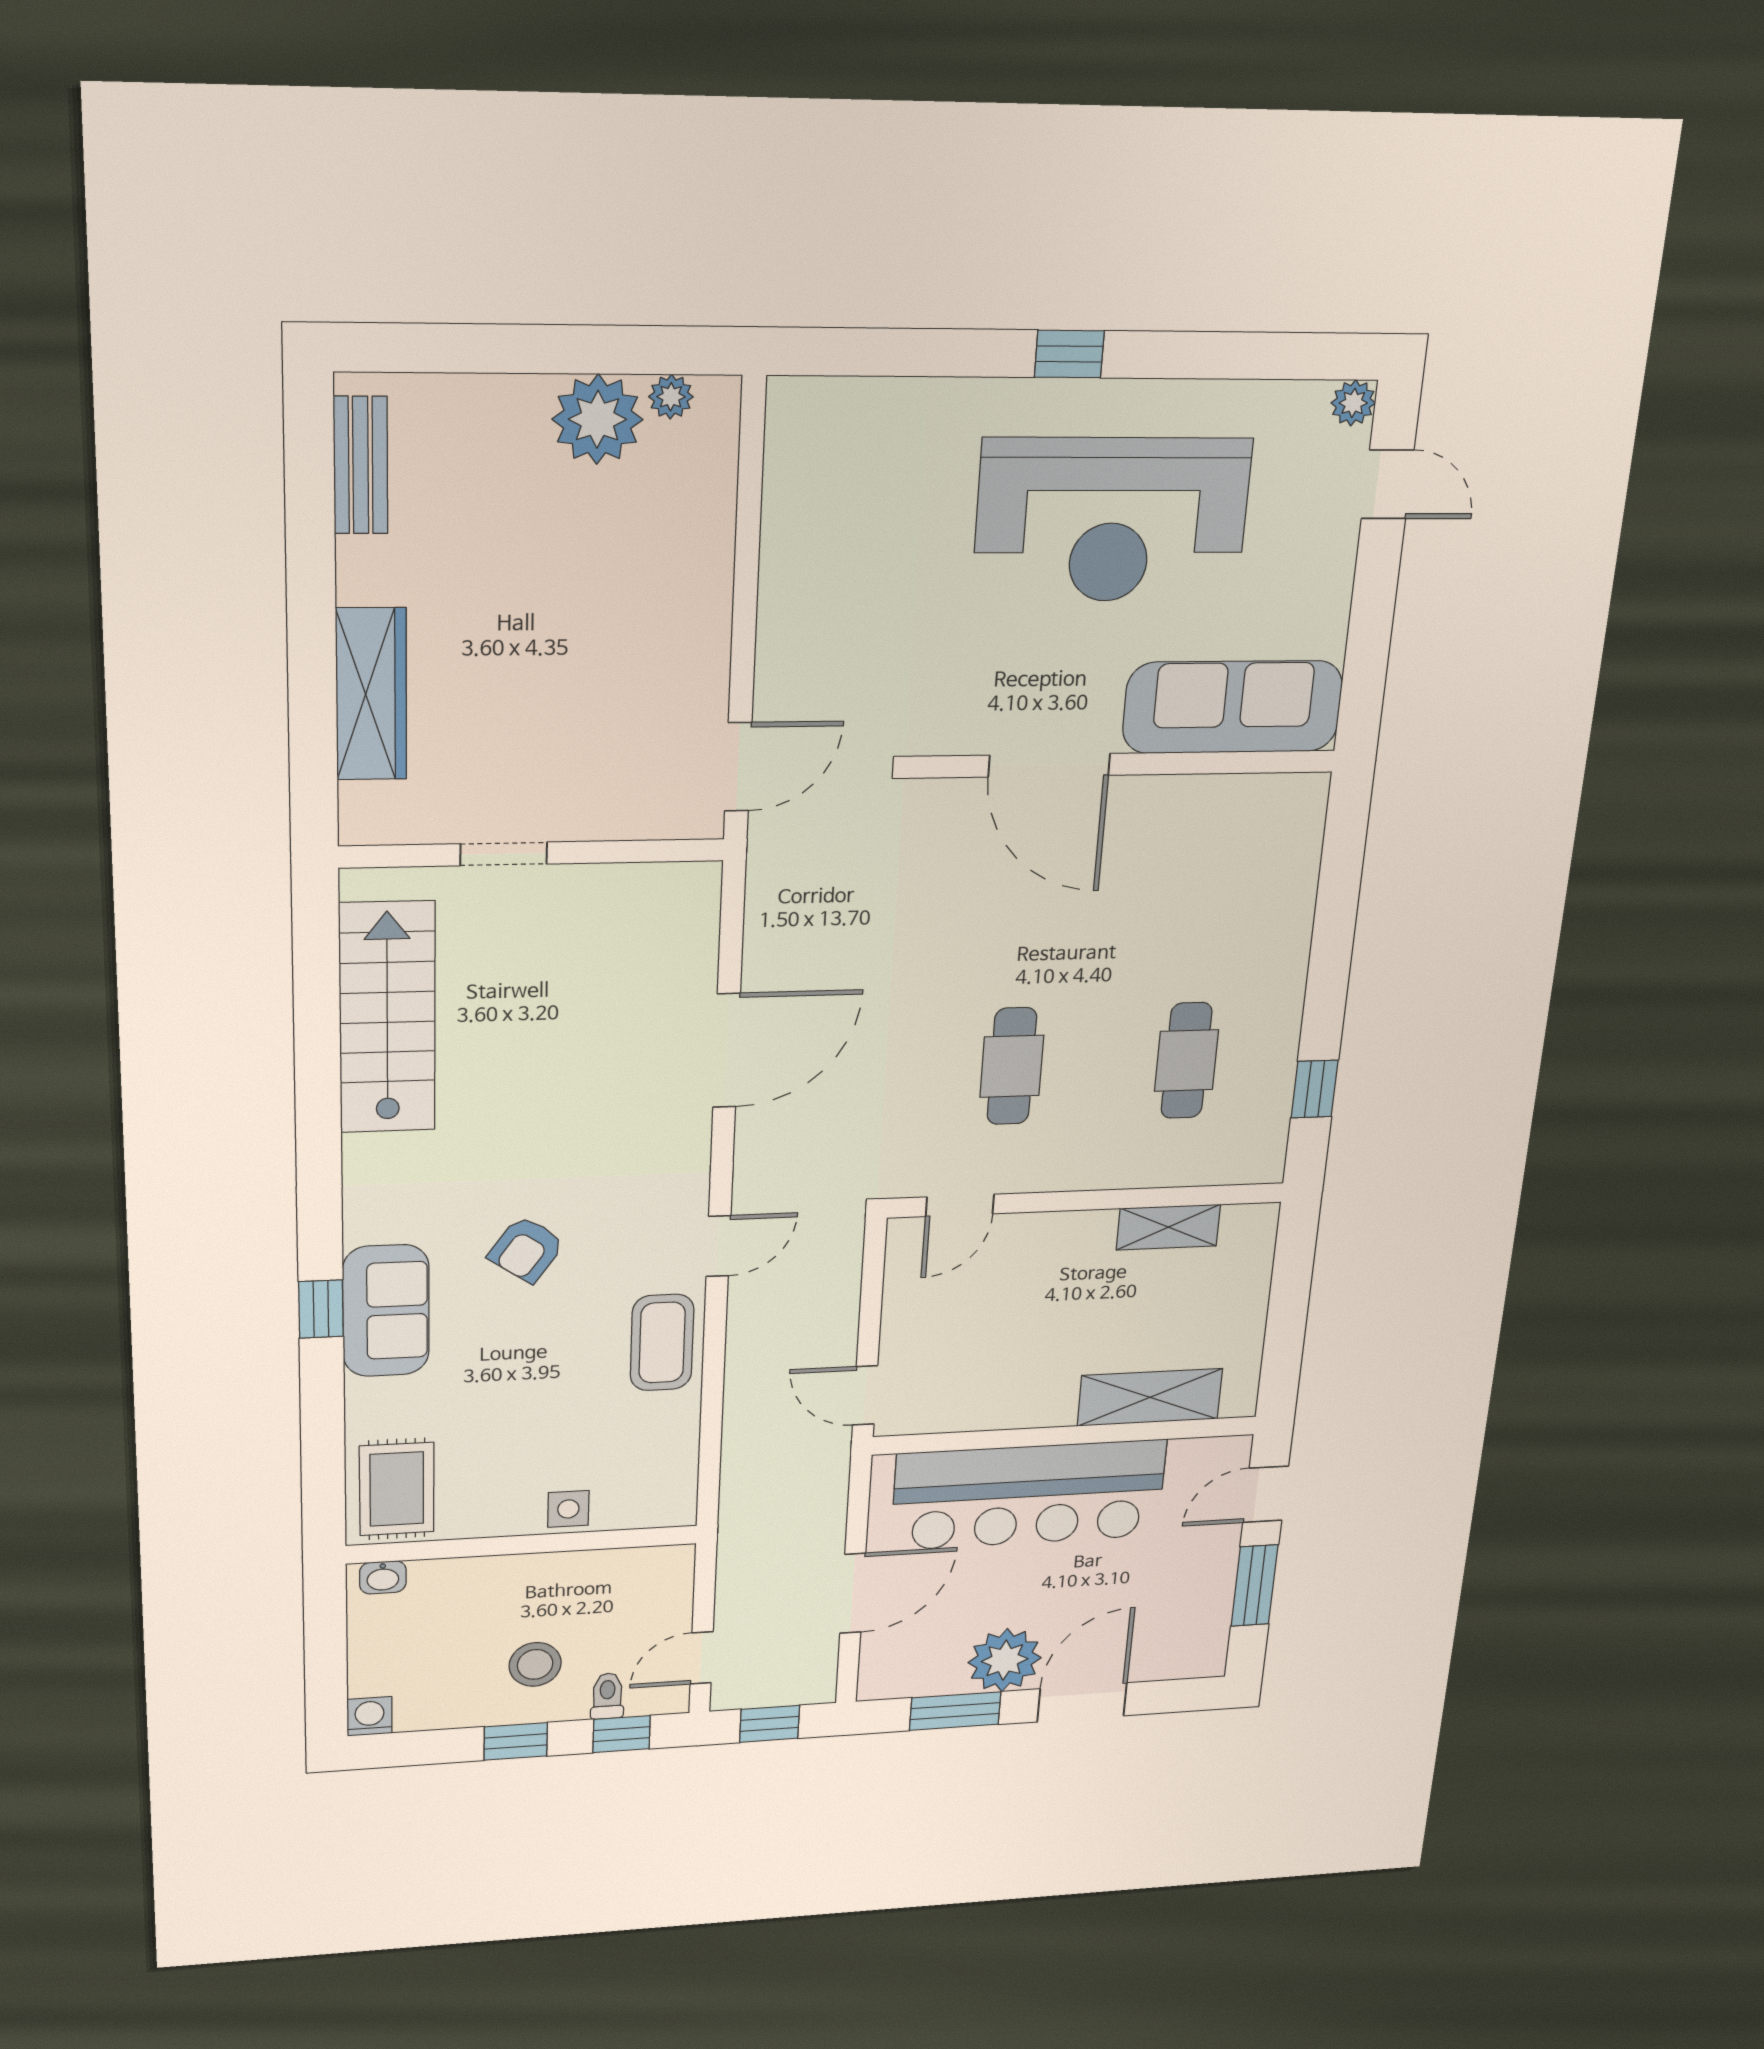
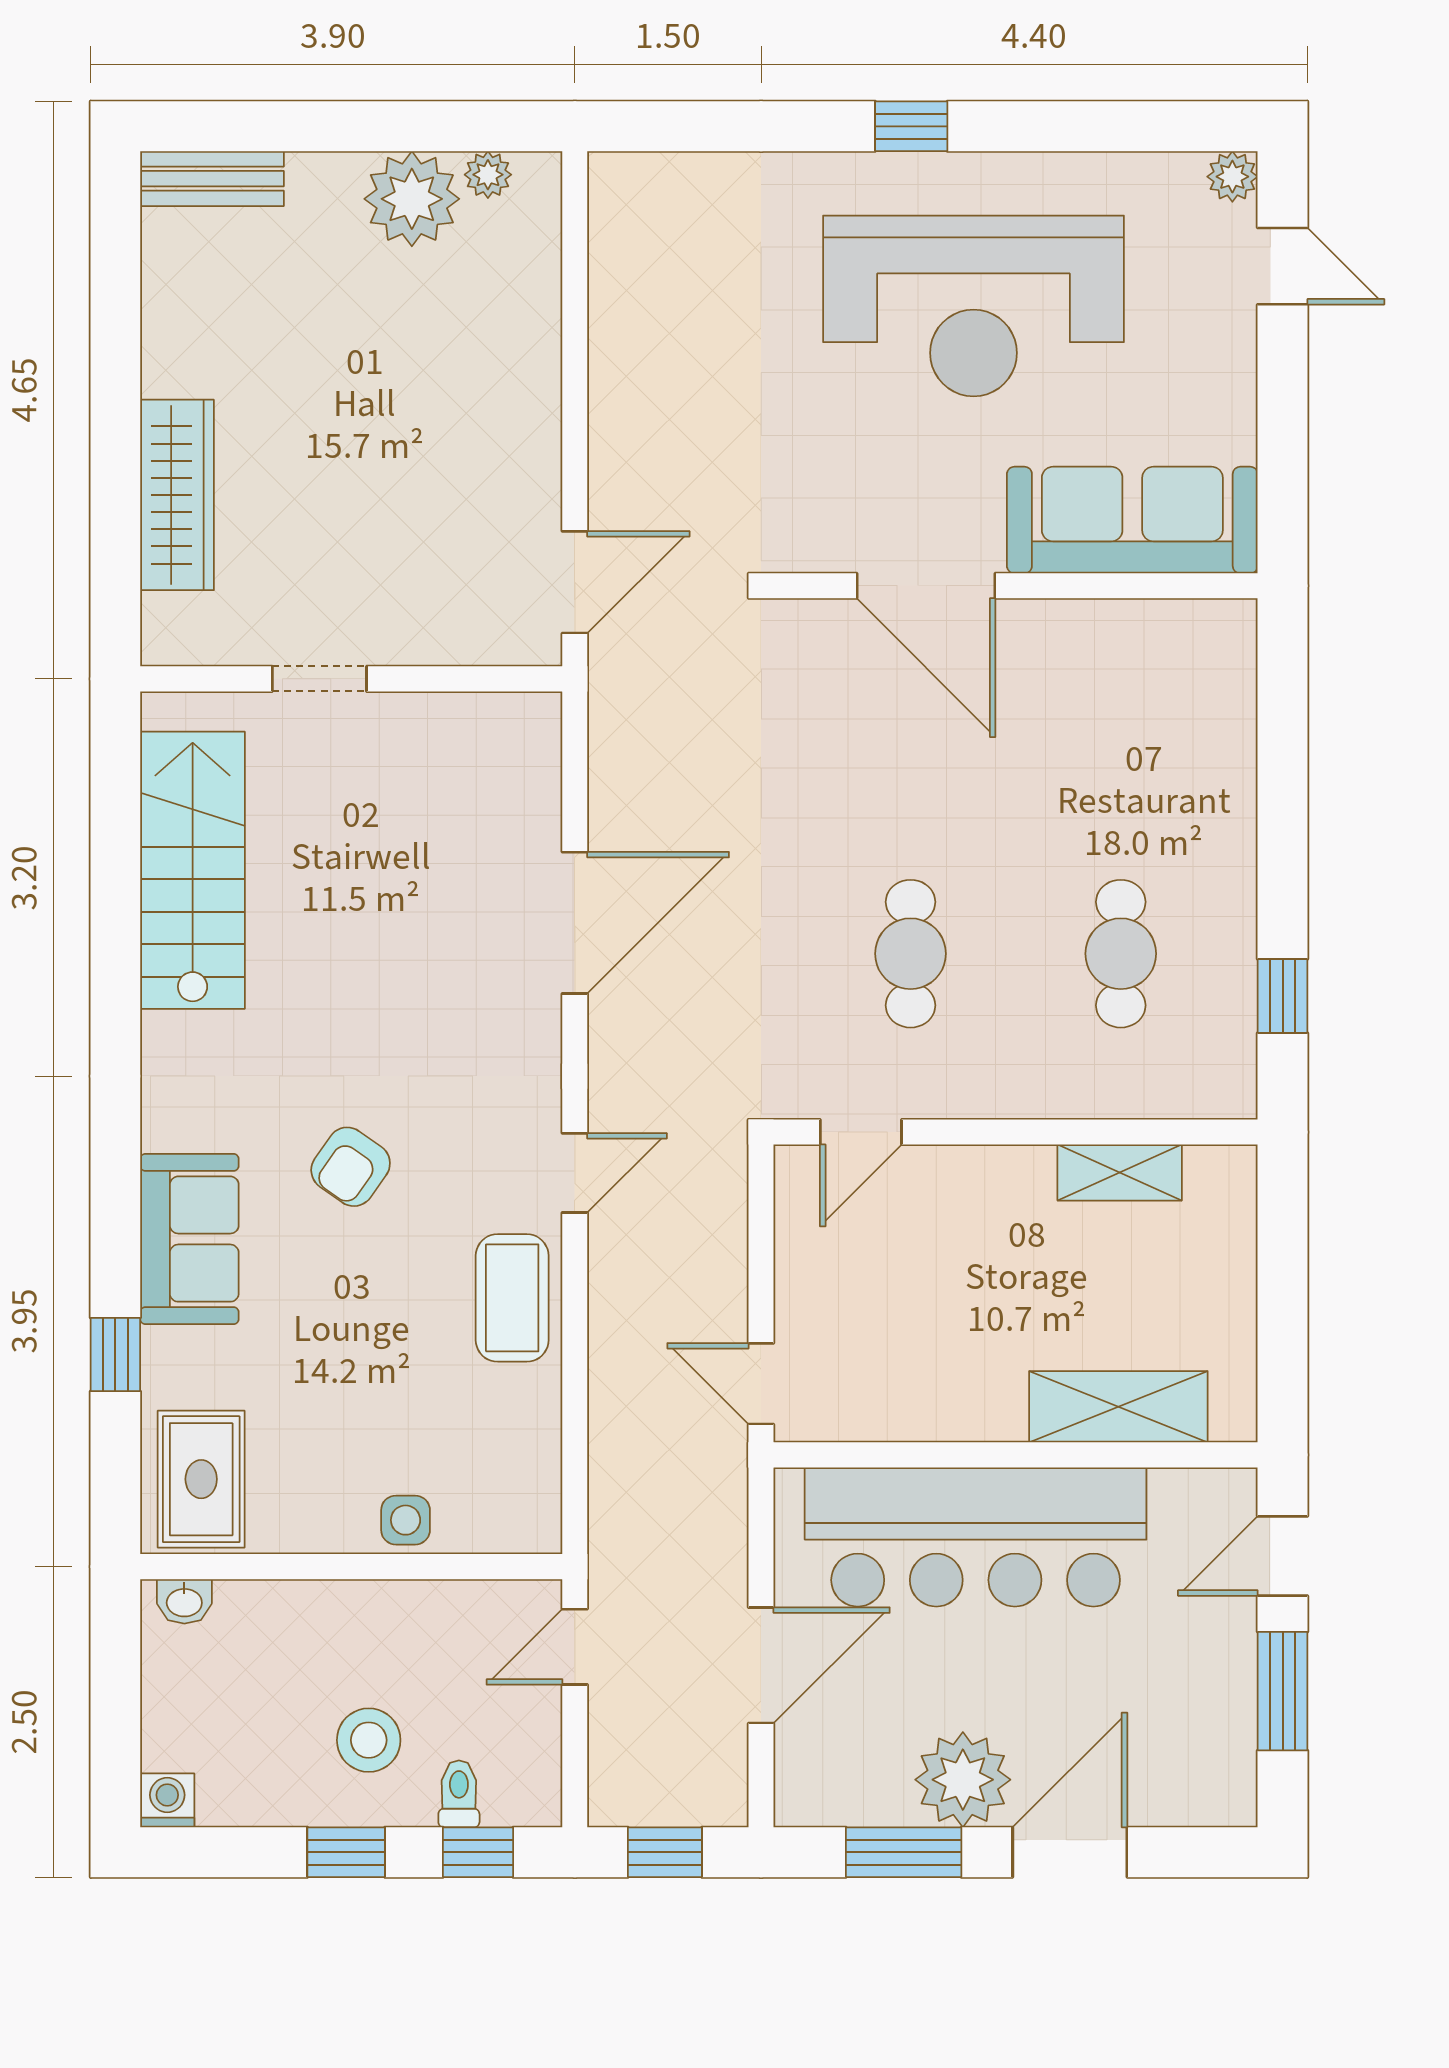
bench: (361, 465) -> (212, 179), moved, turned 90
window: (321, 1309) -> (115, 1355), moved
door: (702, 1658) -> (575, 1647), moved

